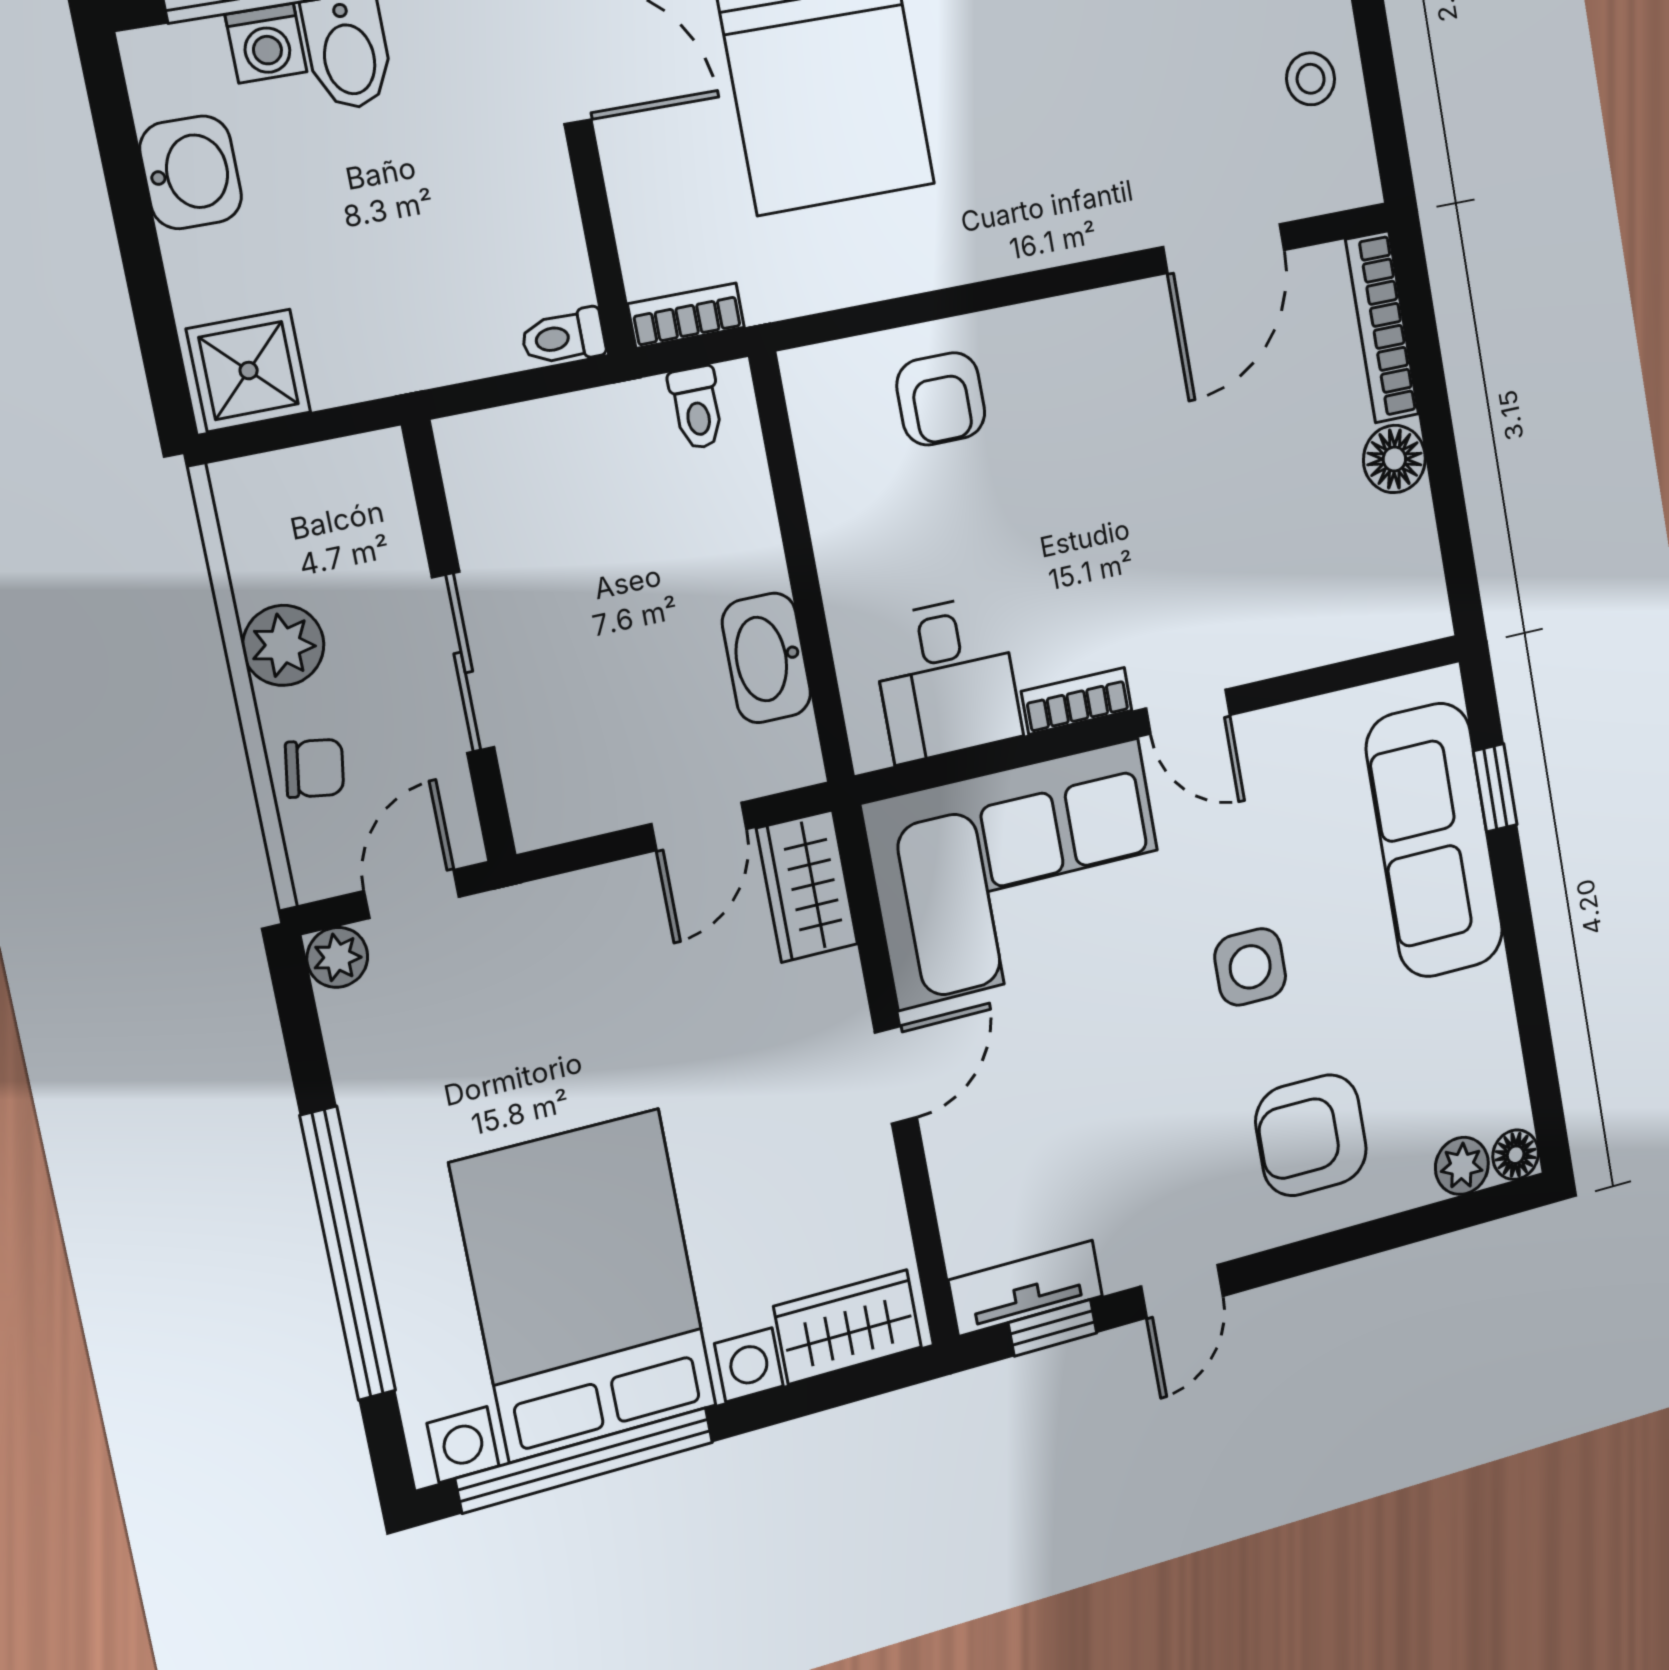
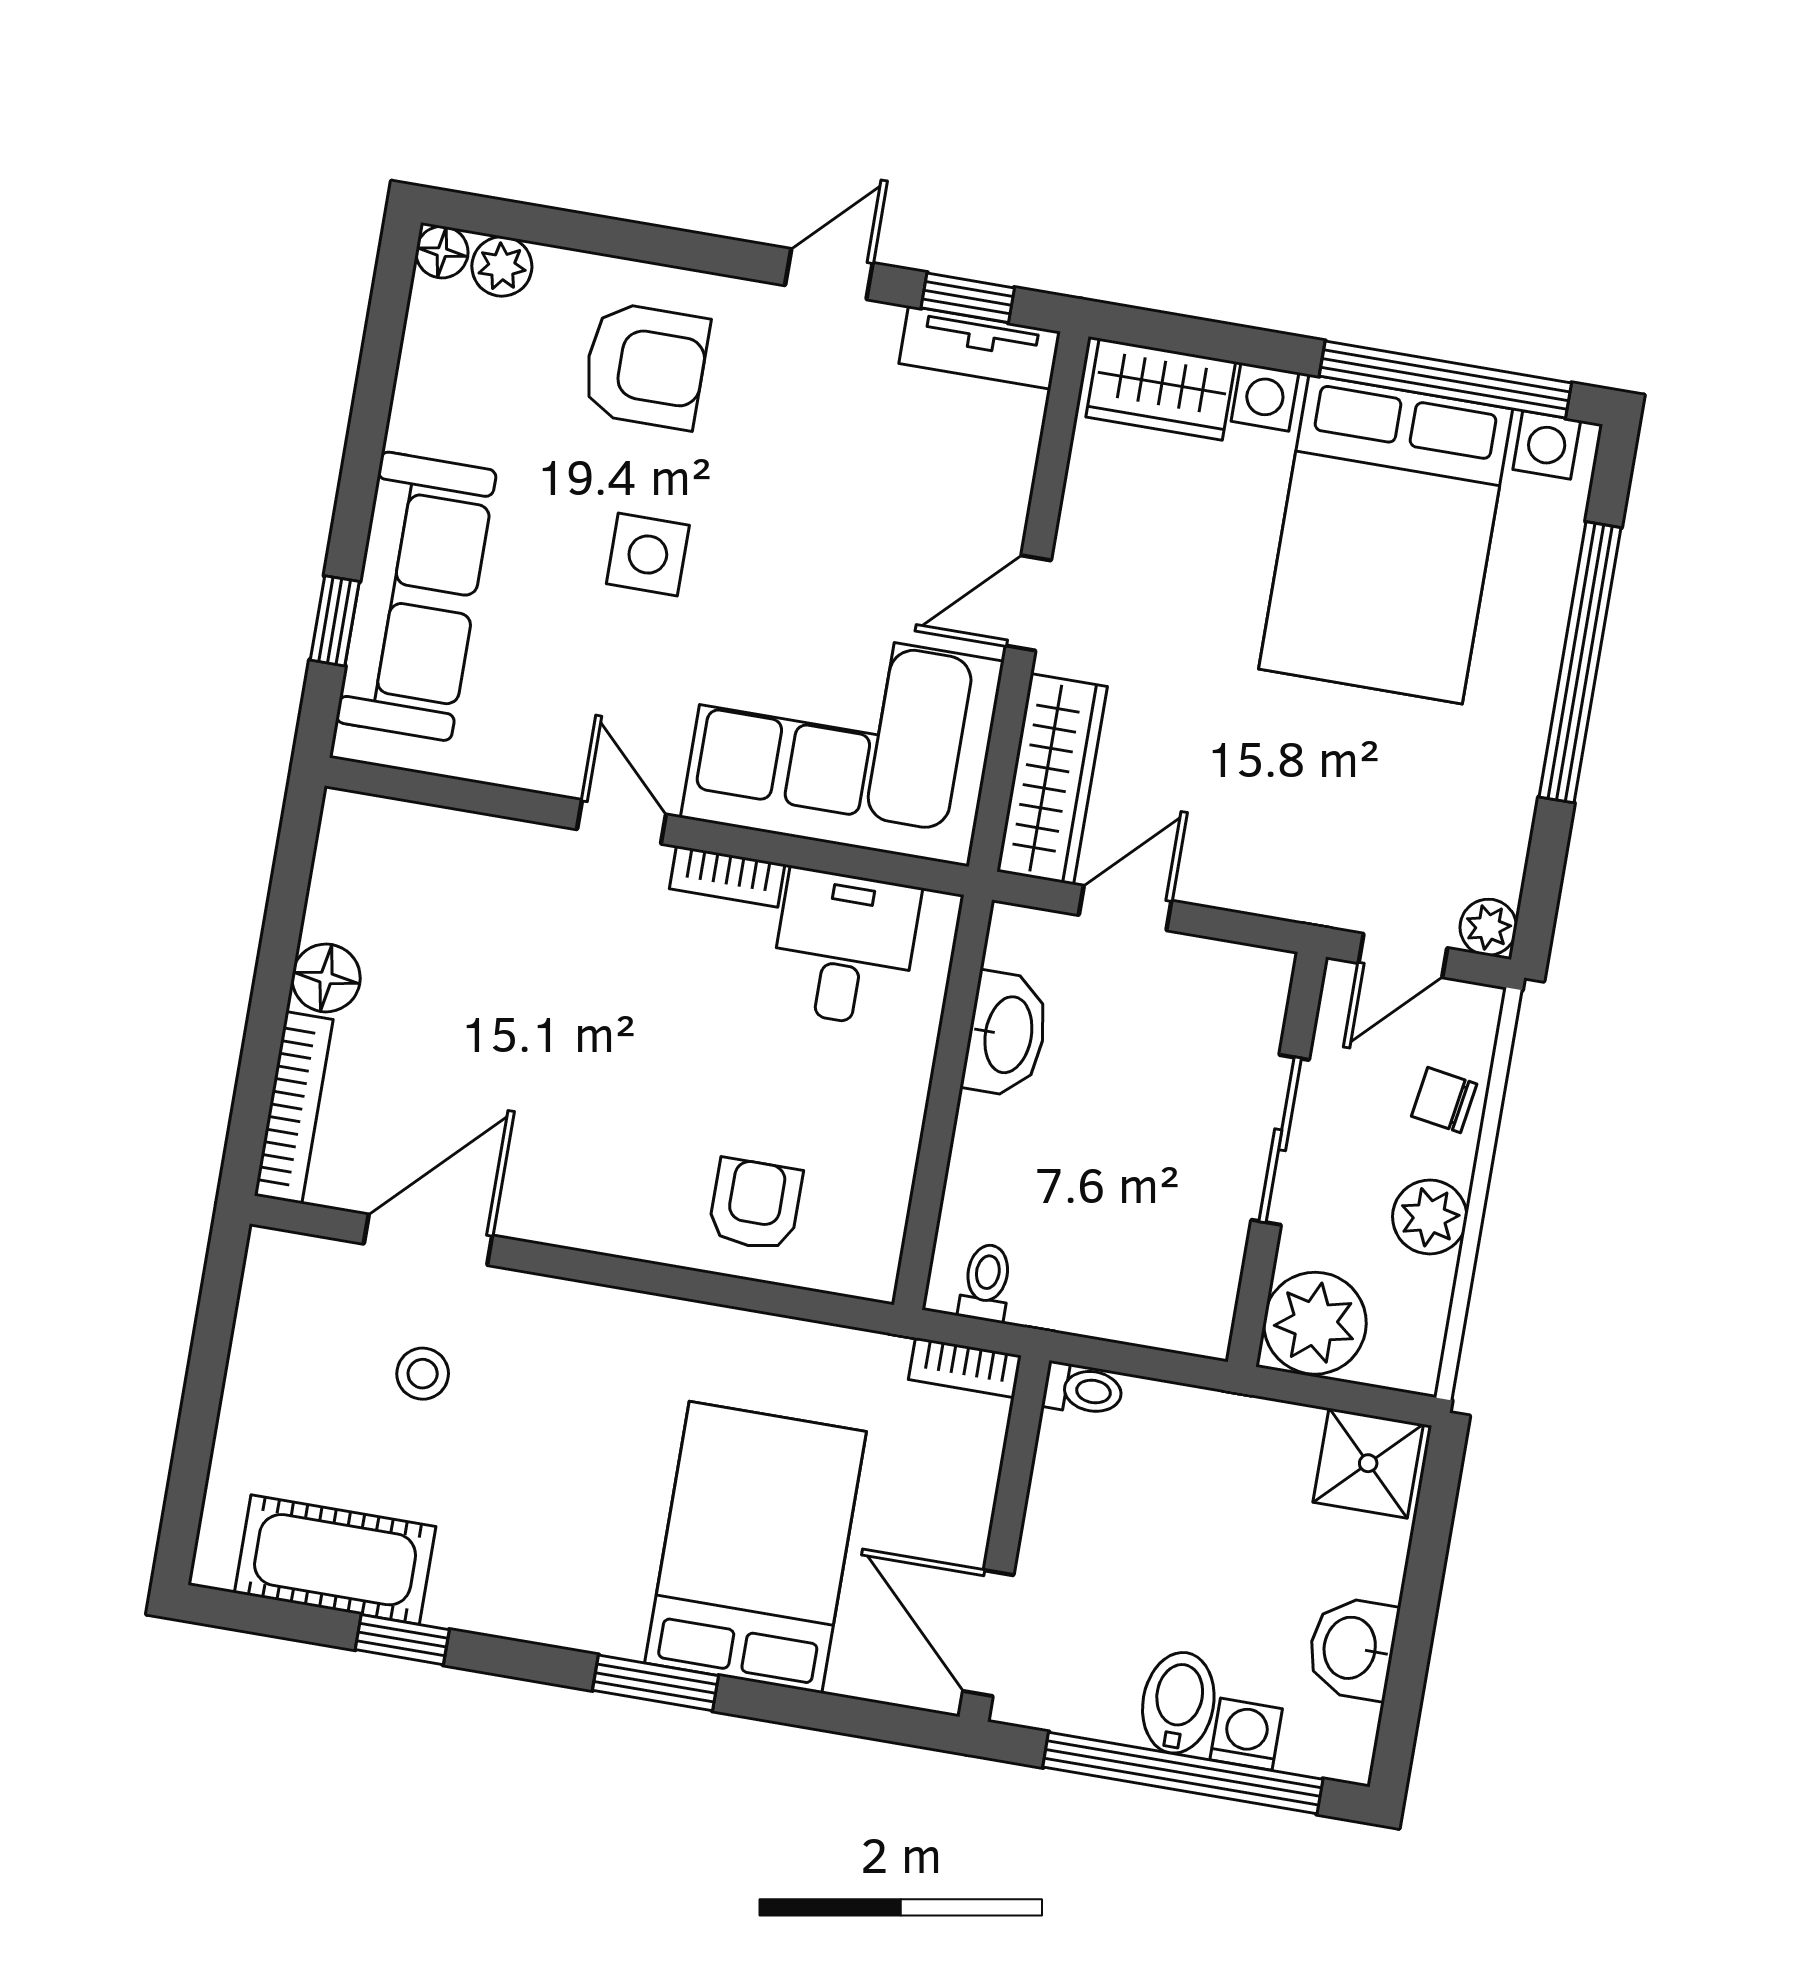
stool: (1311, 79) -> (423, 1374), moved
plant: (358, 493) -> (1315, 1323), added
wardrobe: (807, 886) -> (1052, 779), width x1.50

